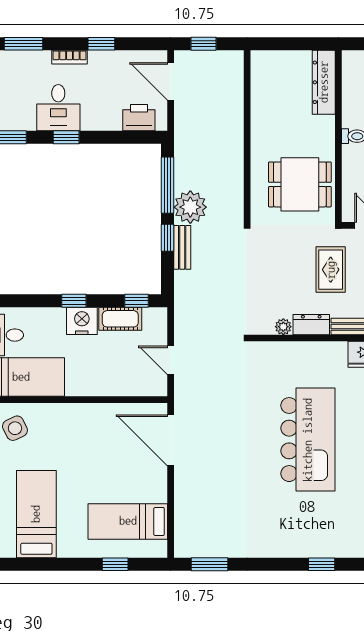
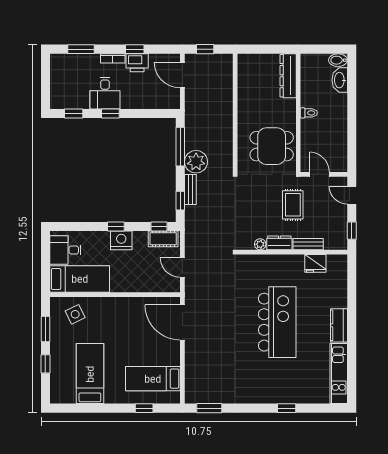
printer: (139, 118) -> (137, 63), moved, turned 180
window: (167, 238) -> (180, 201), moved
cot: (120, 319) -> (163, 239), moved

